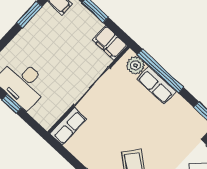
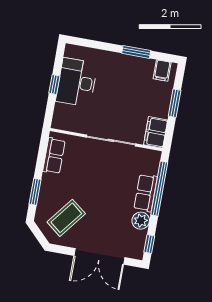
plant: (136, 65) -> (141, 221), moved
row of seats: (68, 126) -> (54, 156), moved, turned -90

